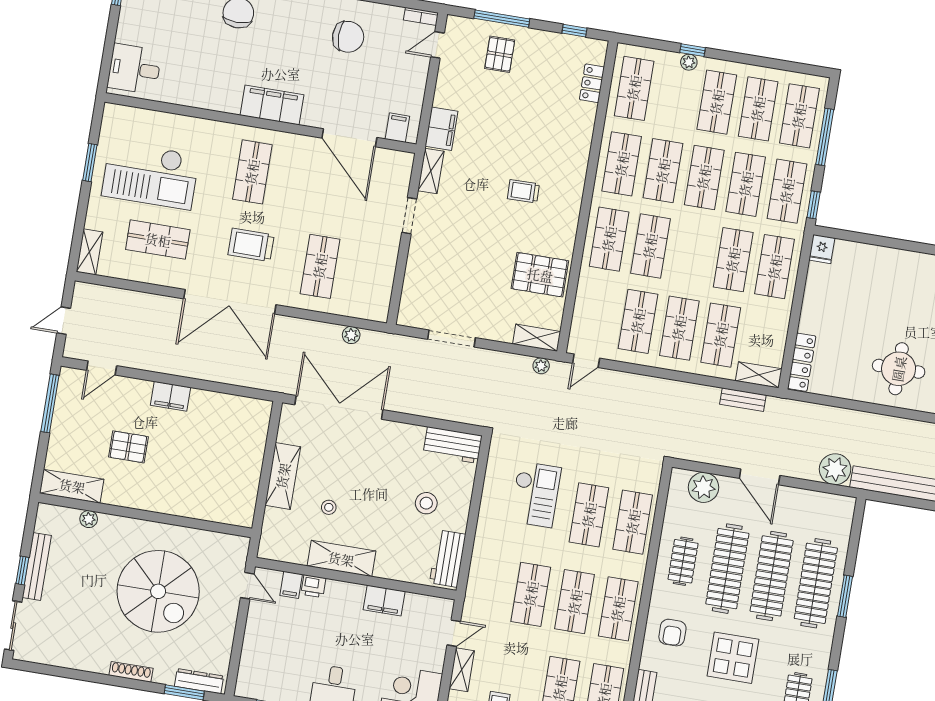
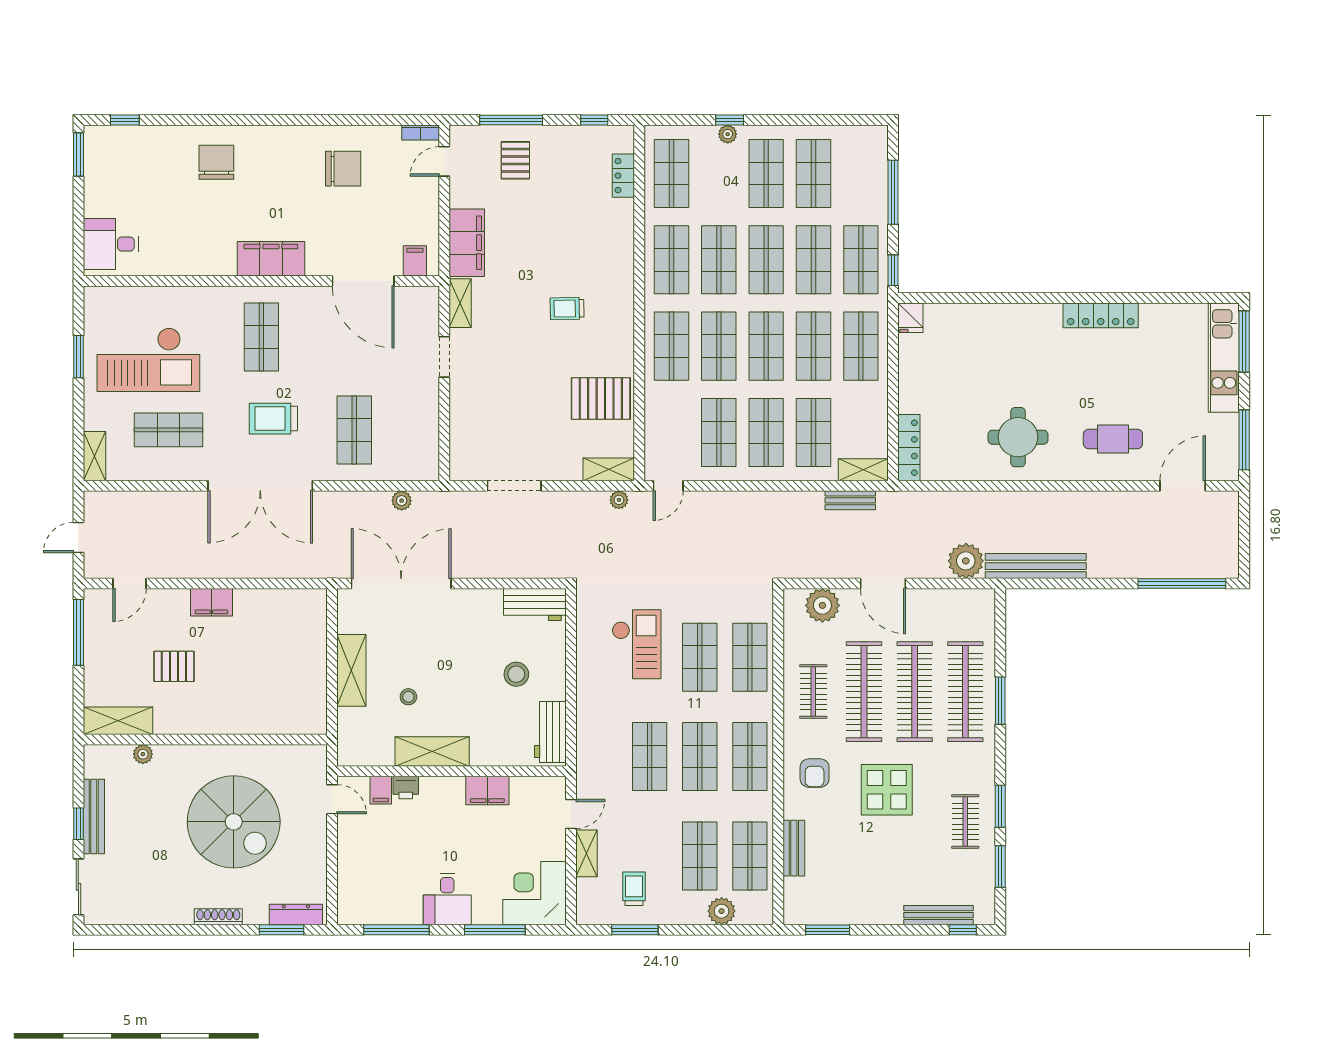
shop shelf: (799, 116) -> (766, 346), moved
filing cabinet: (441, 129) -> (467, 243), width x1.50, depth x1.17

